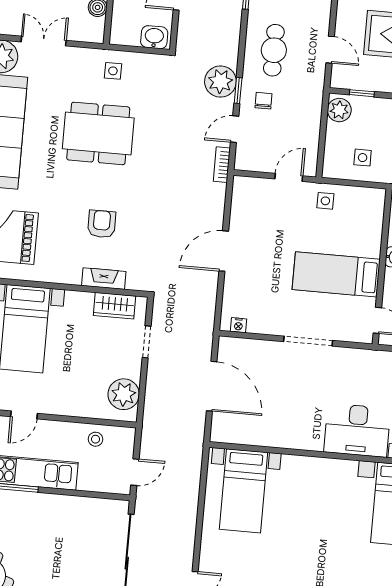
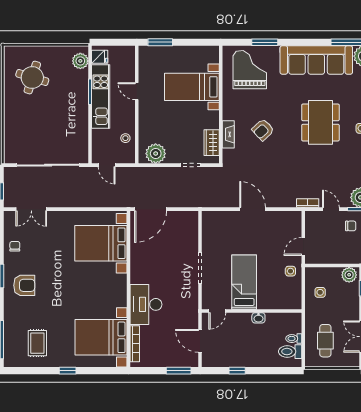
door: (289, 177) -> (303, 246), swing flipped
armchair: (102, 224) -> (263, 130), turned 137
nightstand: (238, 325) -> (206, 223), removed
door: (212, 386) -> (151, 209), moved
bed with nightstands: (243, 491) -> (101, 243), width x1.36

